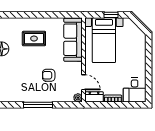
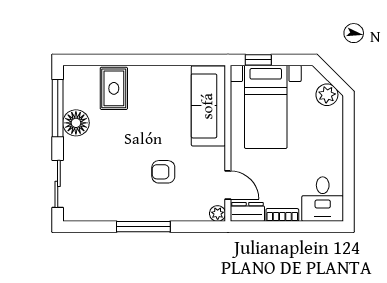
window: (111, 15) -> (258, 60), moved
plant: (137, 34) -> (327, 95), added
rug: (34, 39) -> (114, 88), moved, turned 90

